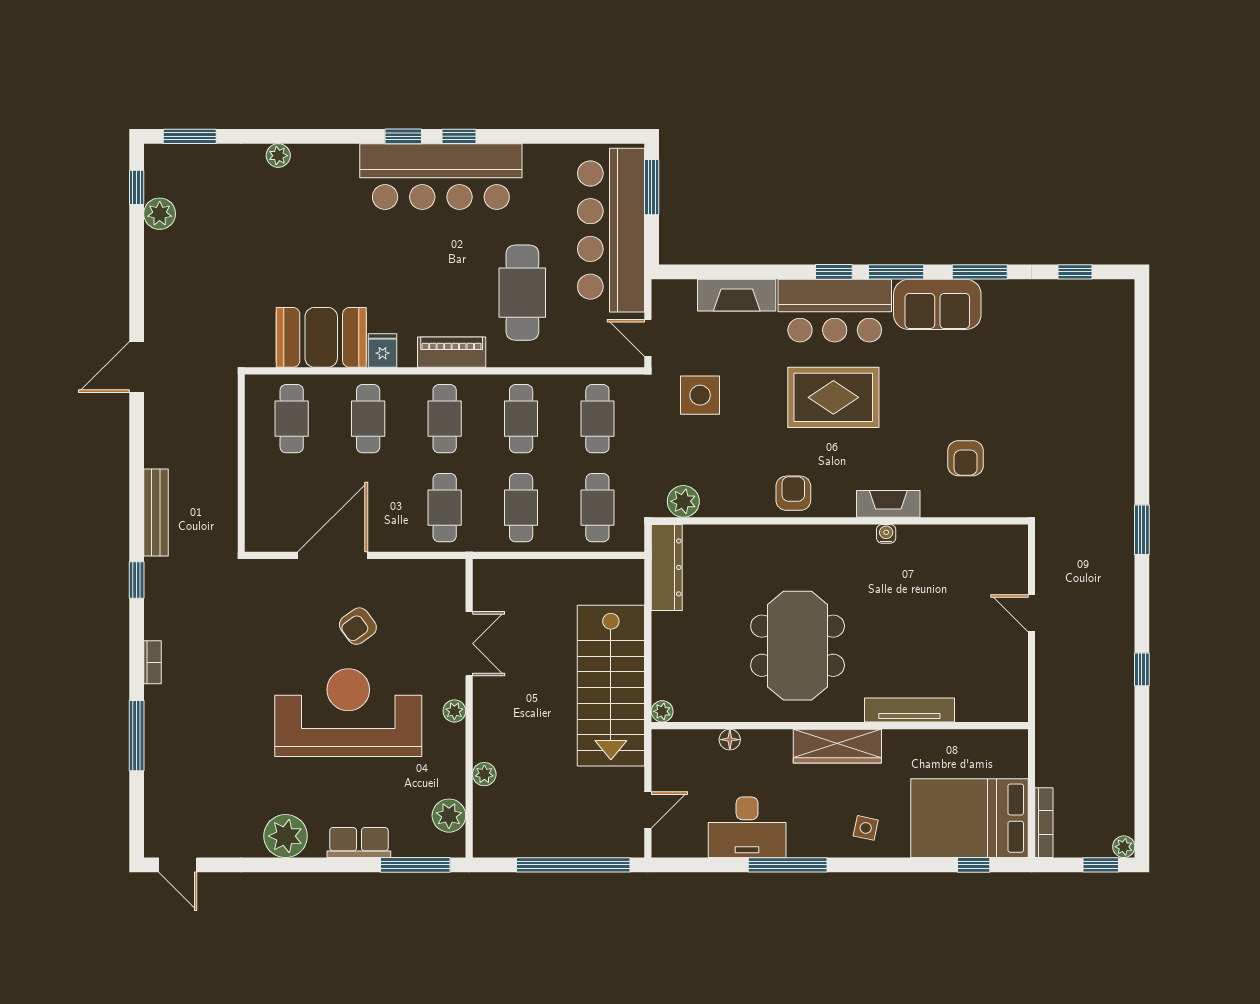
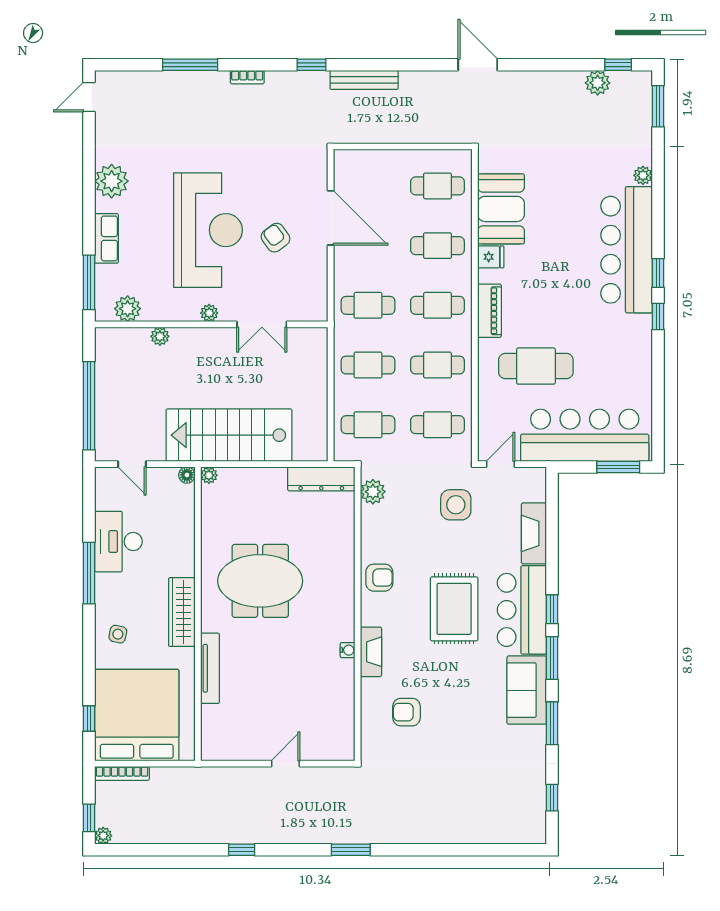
bar counter: (441, 177) -> (627, 250), moved
floor lamp: (730, 740) -> (187, 475), moved
bed: (969, 818) -> (137, 715), width x1.36

